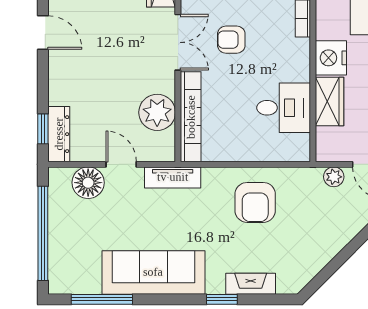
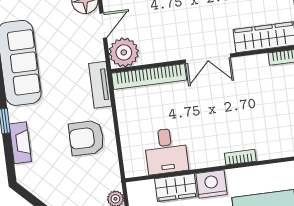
armchair: (231, 40) -> (216, 101), removed
plant: (157, 112) -> (124, 52), moved
tv unit: (173, 177) -> (100, 85), moved

